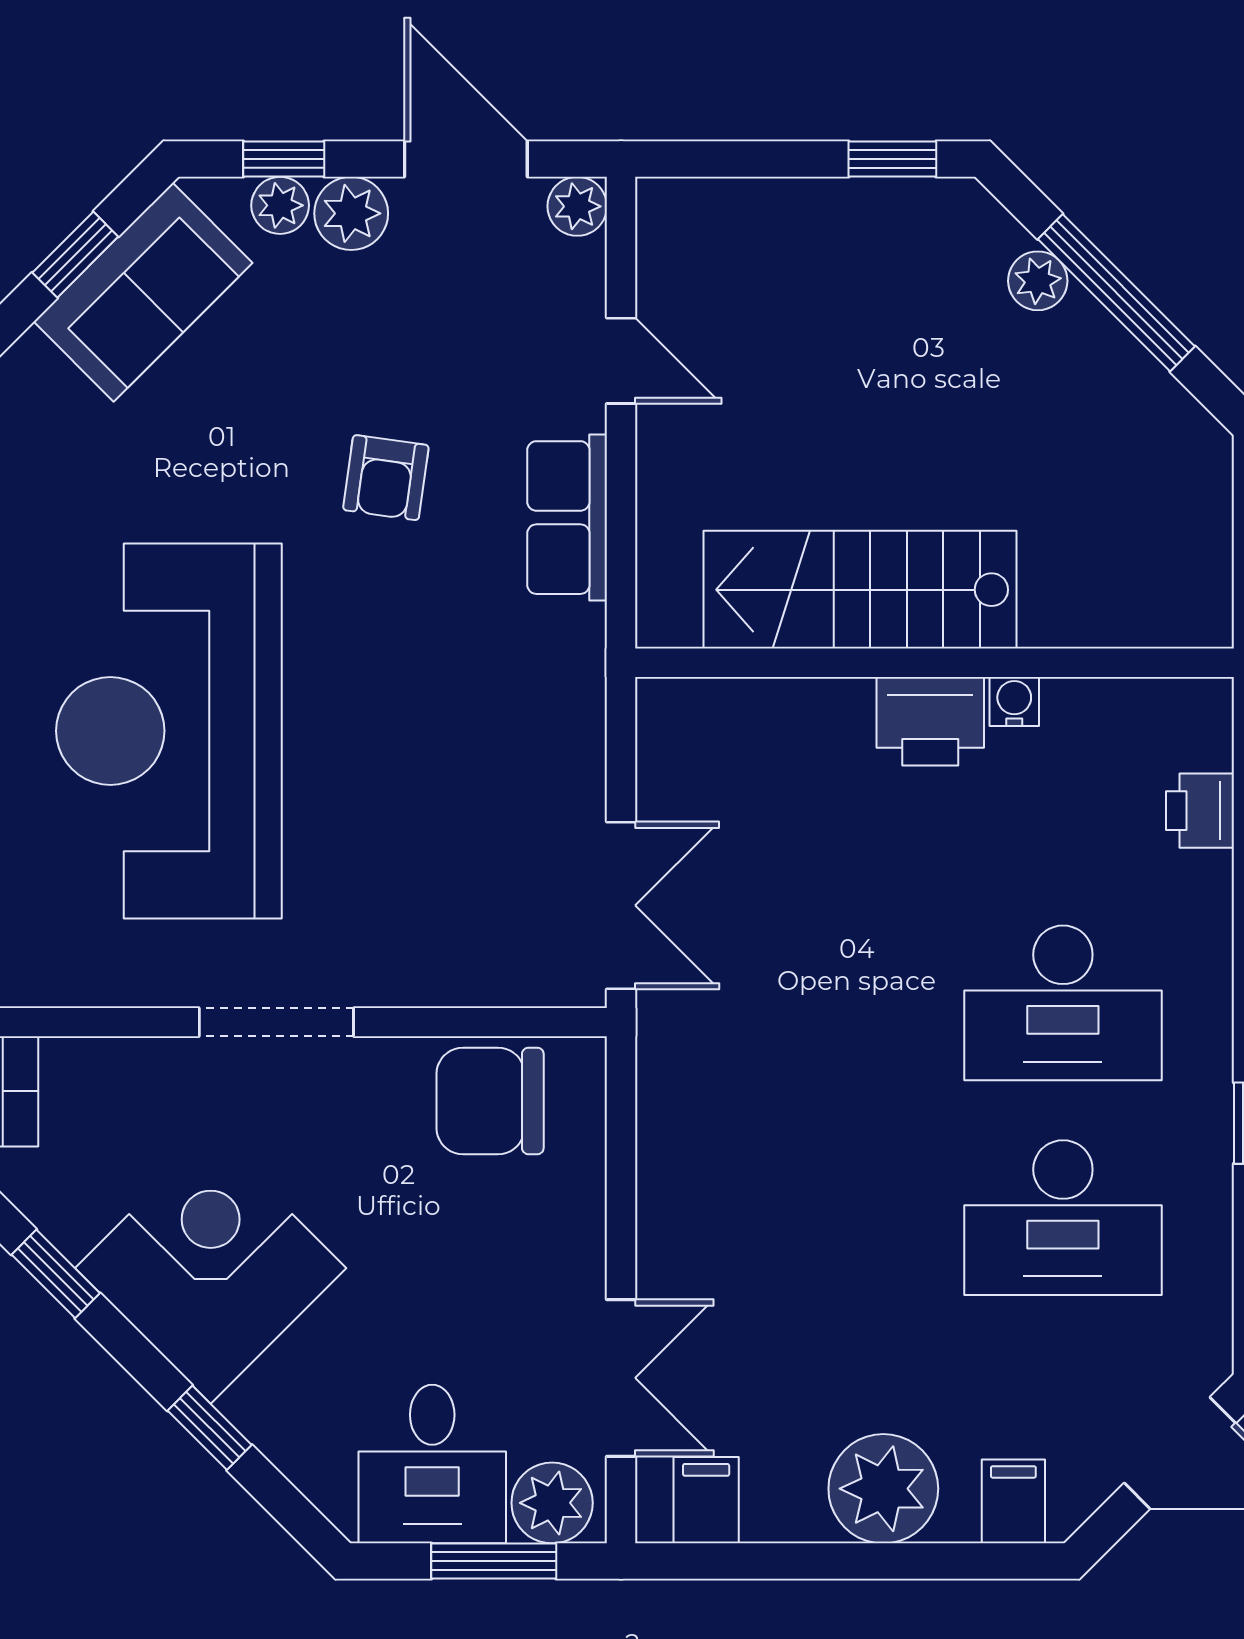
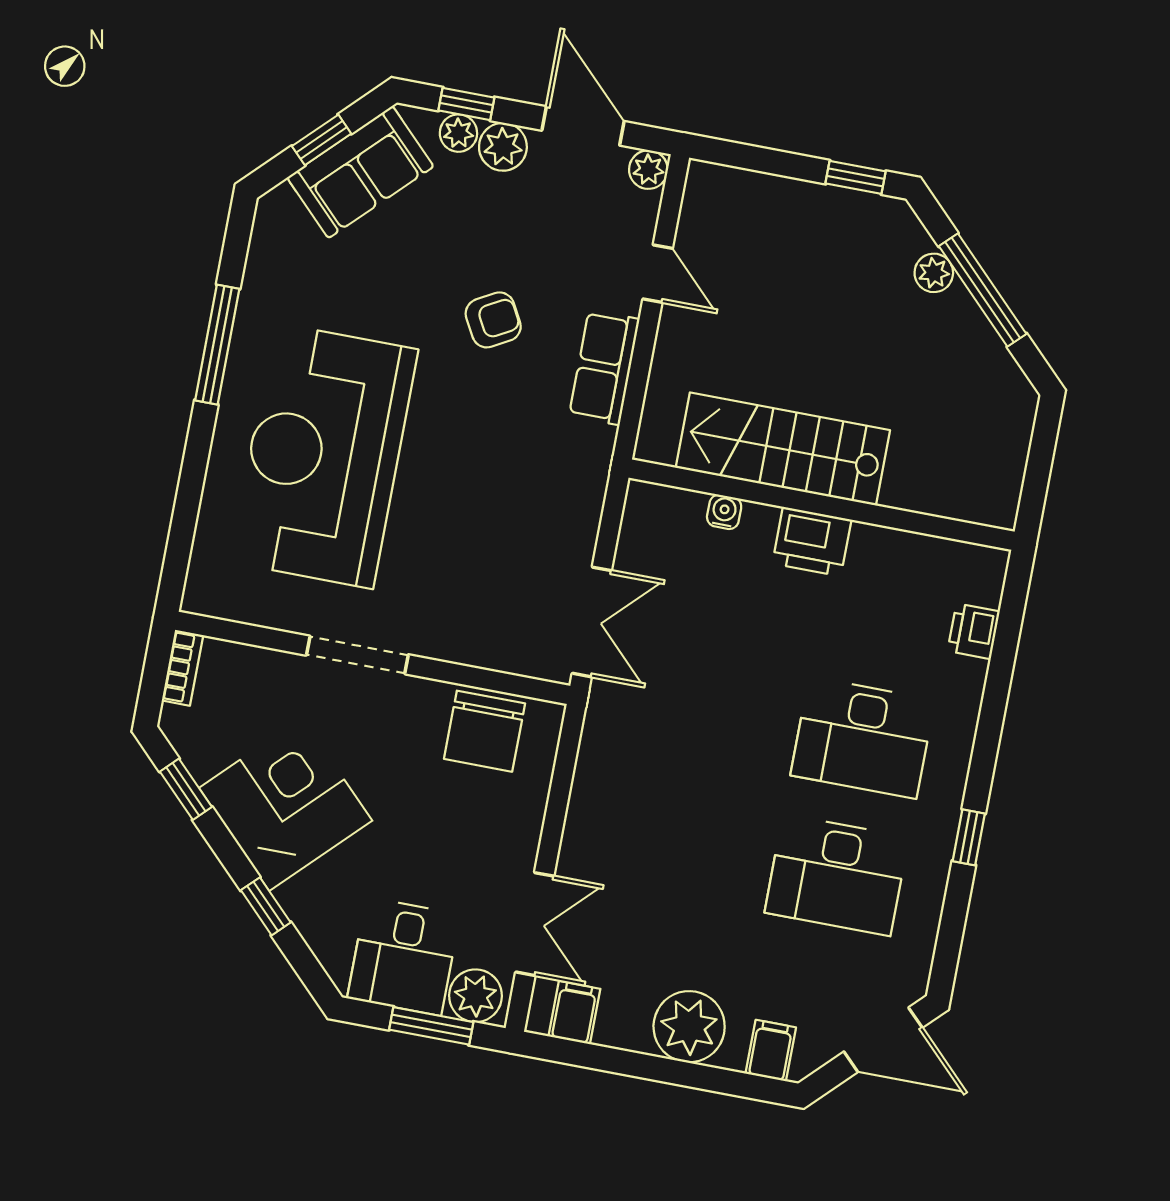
armchair: (386, 478) -> (493, 320), turned -127
water cooler: (1014, 702) -> (724, 512), moved
chair: (490, 1101) -> (485, 731), turned -90

